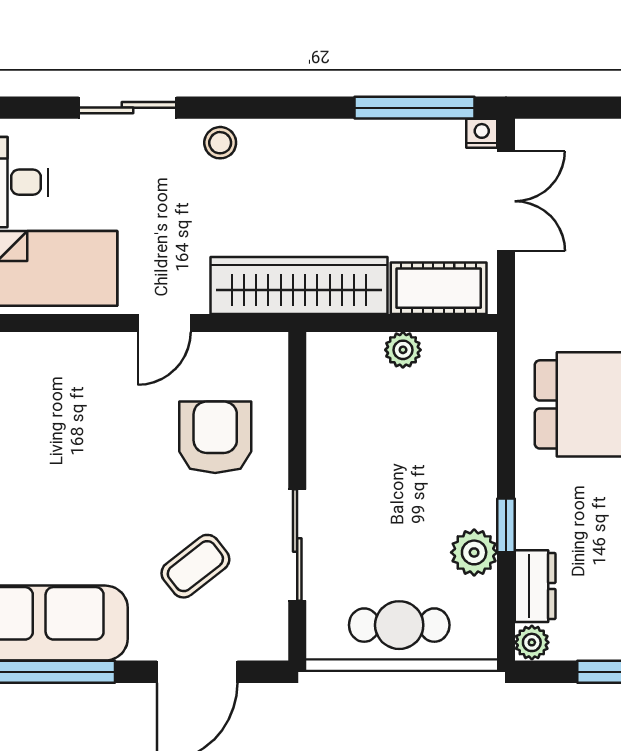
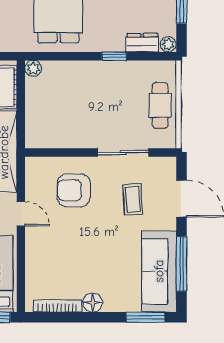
plant: (403, 350) -> (33, 69), moved
plant: (474, 552) -> (127, 71), removed
coffee table: (195, 566) -> (133, 199), turned 34

